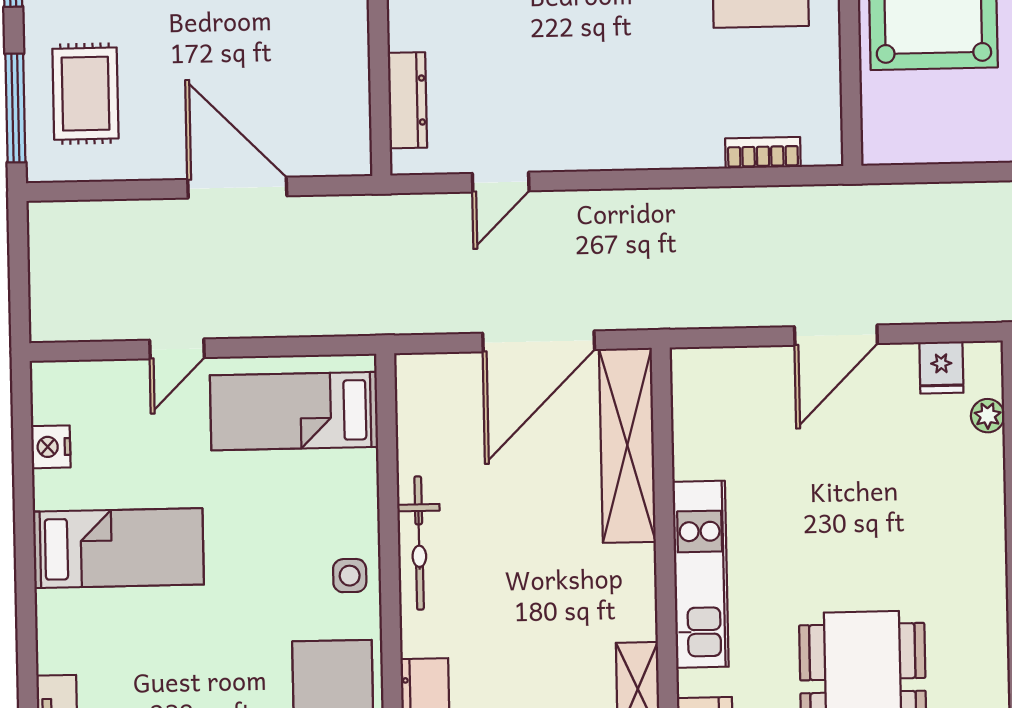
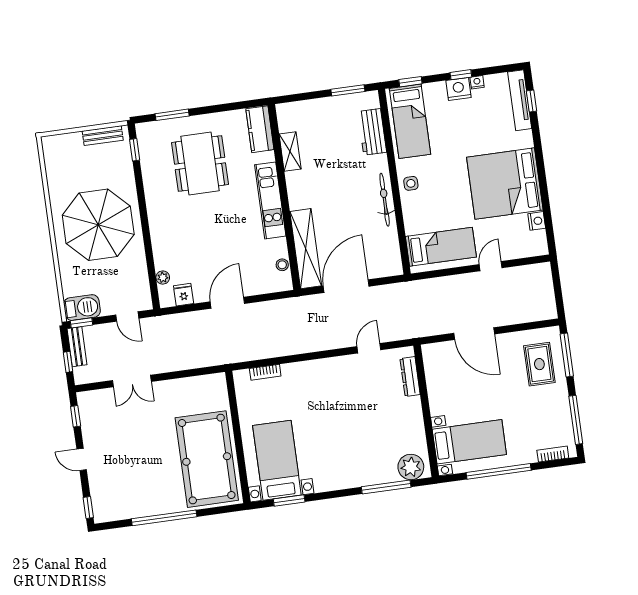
stool: (690, 412) -> (282, 265), added
bed: (118, 548) -> (505, 184), width x2.04

